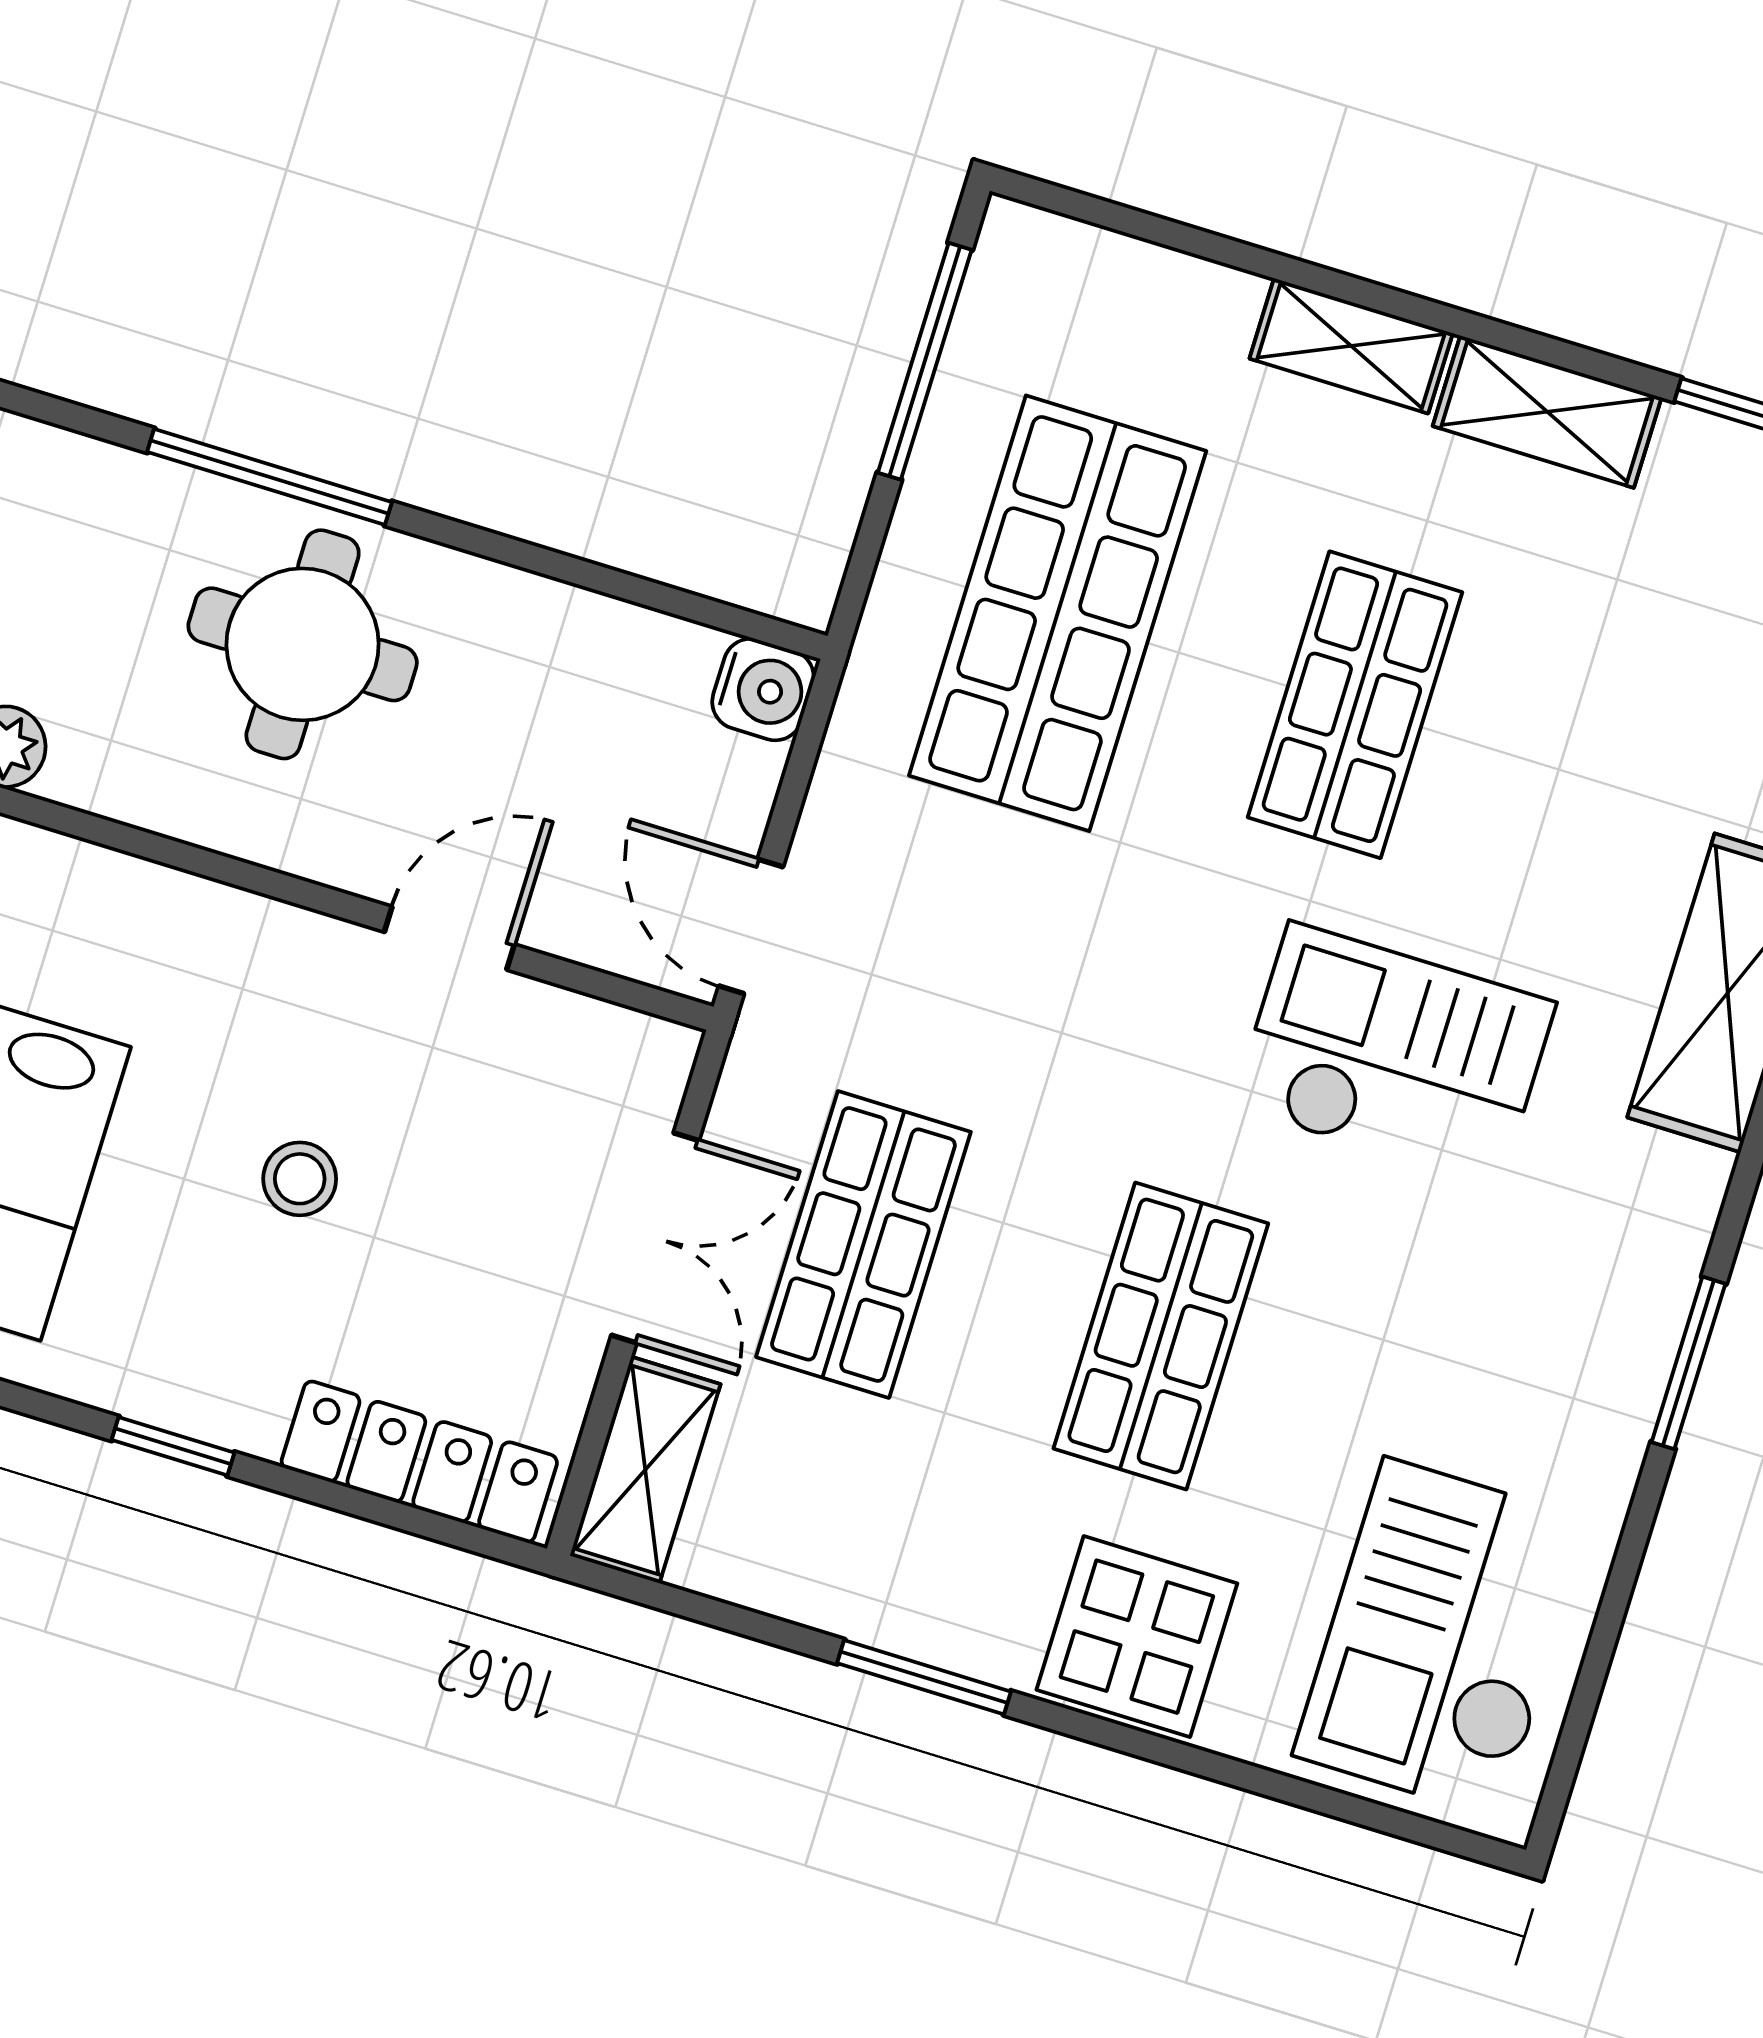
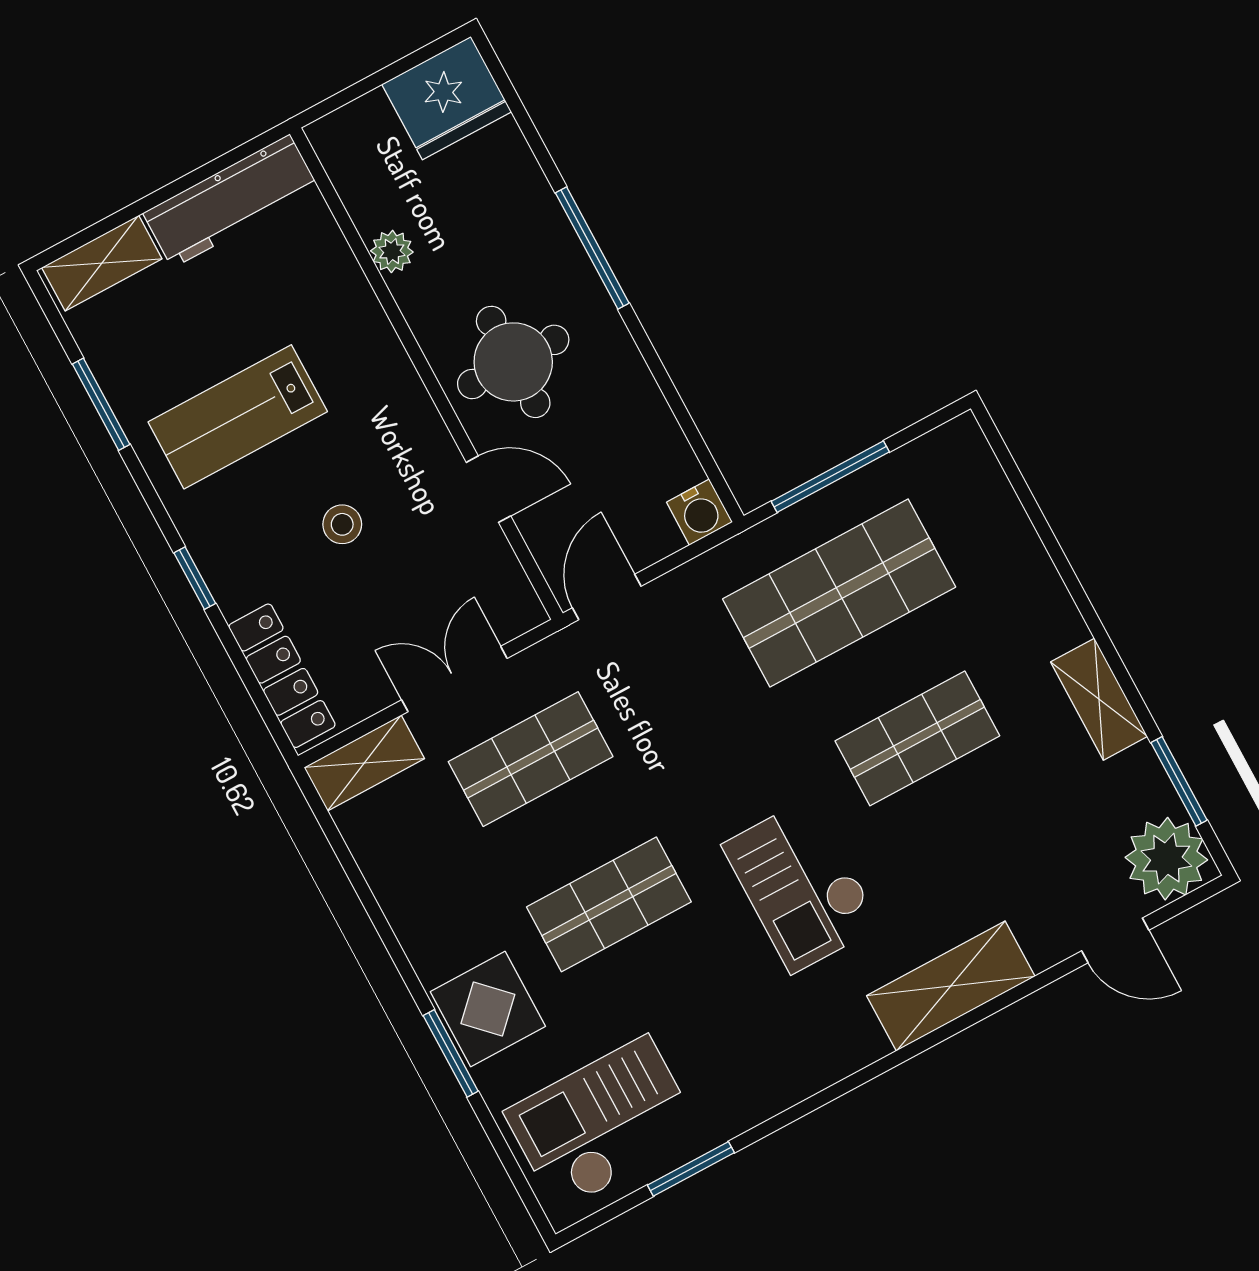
shelving: (1351, 346) -> (1050, 601), removed
window: (925, 361) -> (830, 477), moved
round table: (303, 644) -> (513, 362), moved
checkout: (1394, 1055) -> (801, 885), turned 180
double door: (655, 1238) -> (454, 679), swing flipped
window: (1688, 1363) -> (691, 1169), moved
window: (924, 1677) -> (451, 1053), moved

